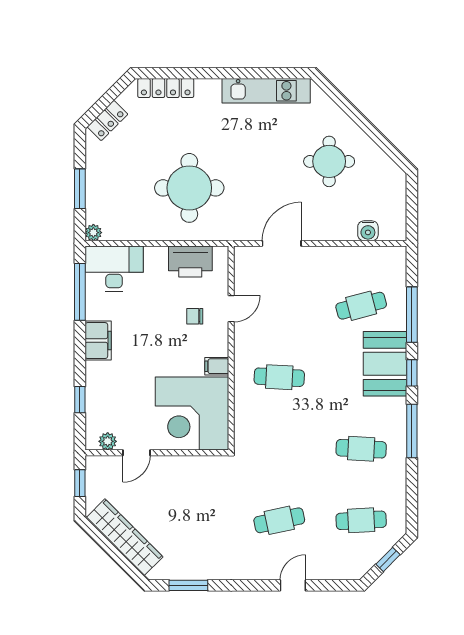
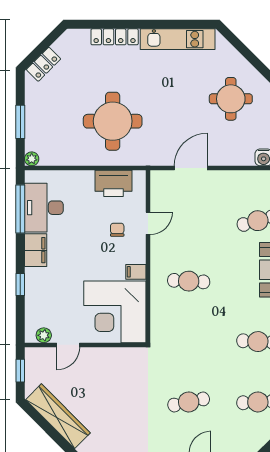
locker: (166, 88) -> (115, 37), moved
desk: (114, 269) -> (44, 208), moved, turned -90
chair: (195, 316) -> (117, 230), turned 90
window: (80, 400) -> (20, 284), moved

